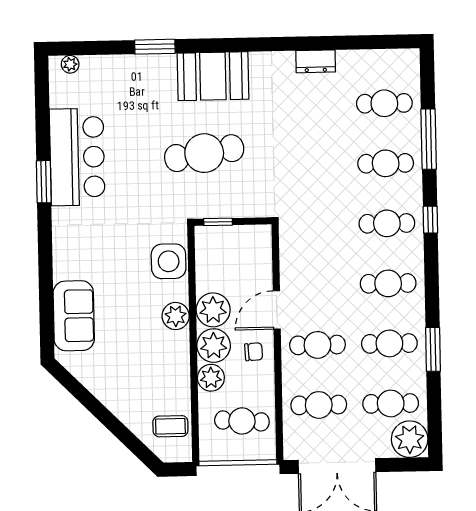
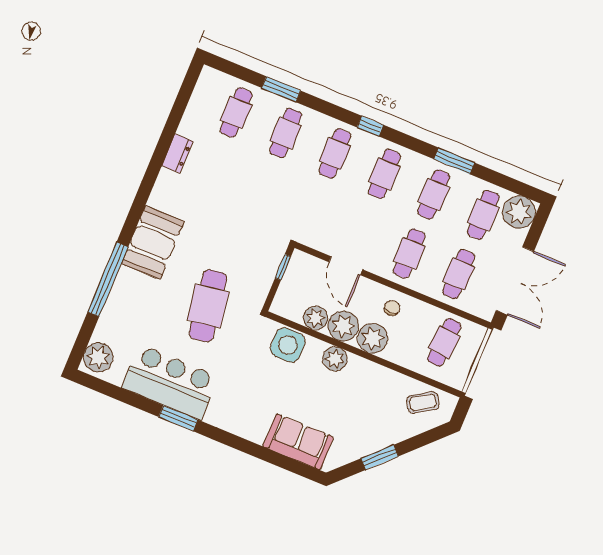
window: (155, 47) -> (108, 279), width x2.11
plant: (70, 64) -> (98, 357), width x1.88, depth x1.88
window: (429, 139) -> (281, 89), width x0.69
cafe table: (204, 153) -> (208, 306), moved
window: (430, 220) -> (370, 126), moved
window: (218, 222) -> (283, 267), moved
door: (277, 310) -> (346, 266), moved
plant: (211, 378) -> (316, 318), moved
window: (95, 406) -> (380, 457), added
coffee table: (170, 426) -> (423, 402), turned 58

